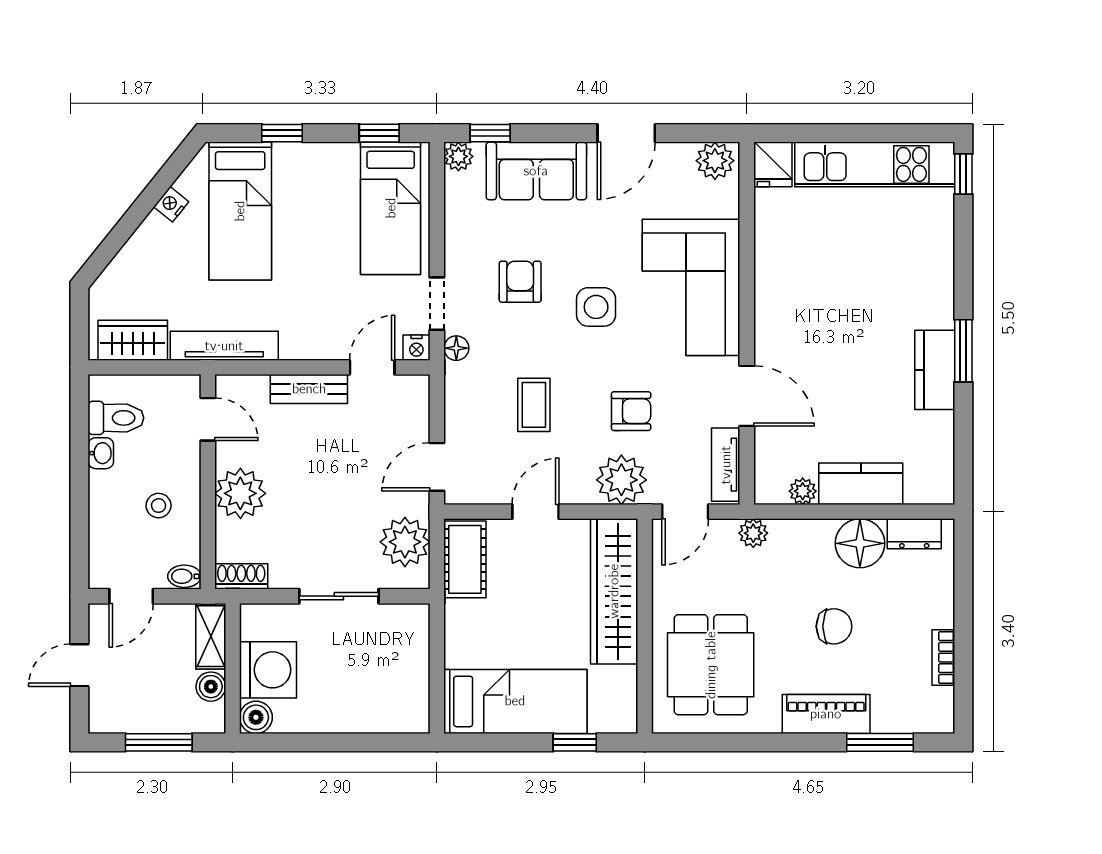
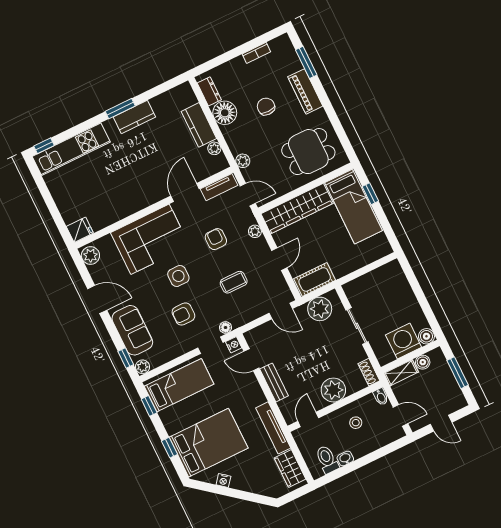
kitchen unit: (875, 164) -> (71, 149), moved, turned 90
bed: (240, 211) -> (209, 443), width x1.50
plant: (621, 480) -> (255, 231), width x0.53, depth x0.53
door: (535, 512) -> (279, 259), swing flipped
bed: (515, 701) -> (353, 207), moved, turned 180

